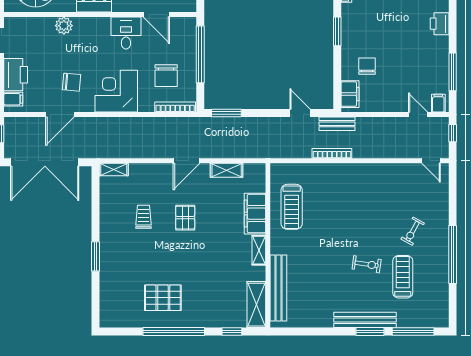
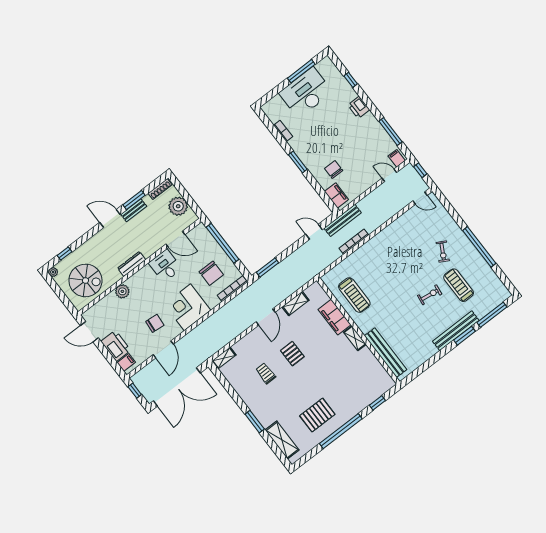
bench: (337, 124) -> (343, 220), width x1.36
shelving: (256, 305) -> (282, 440), moved

